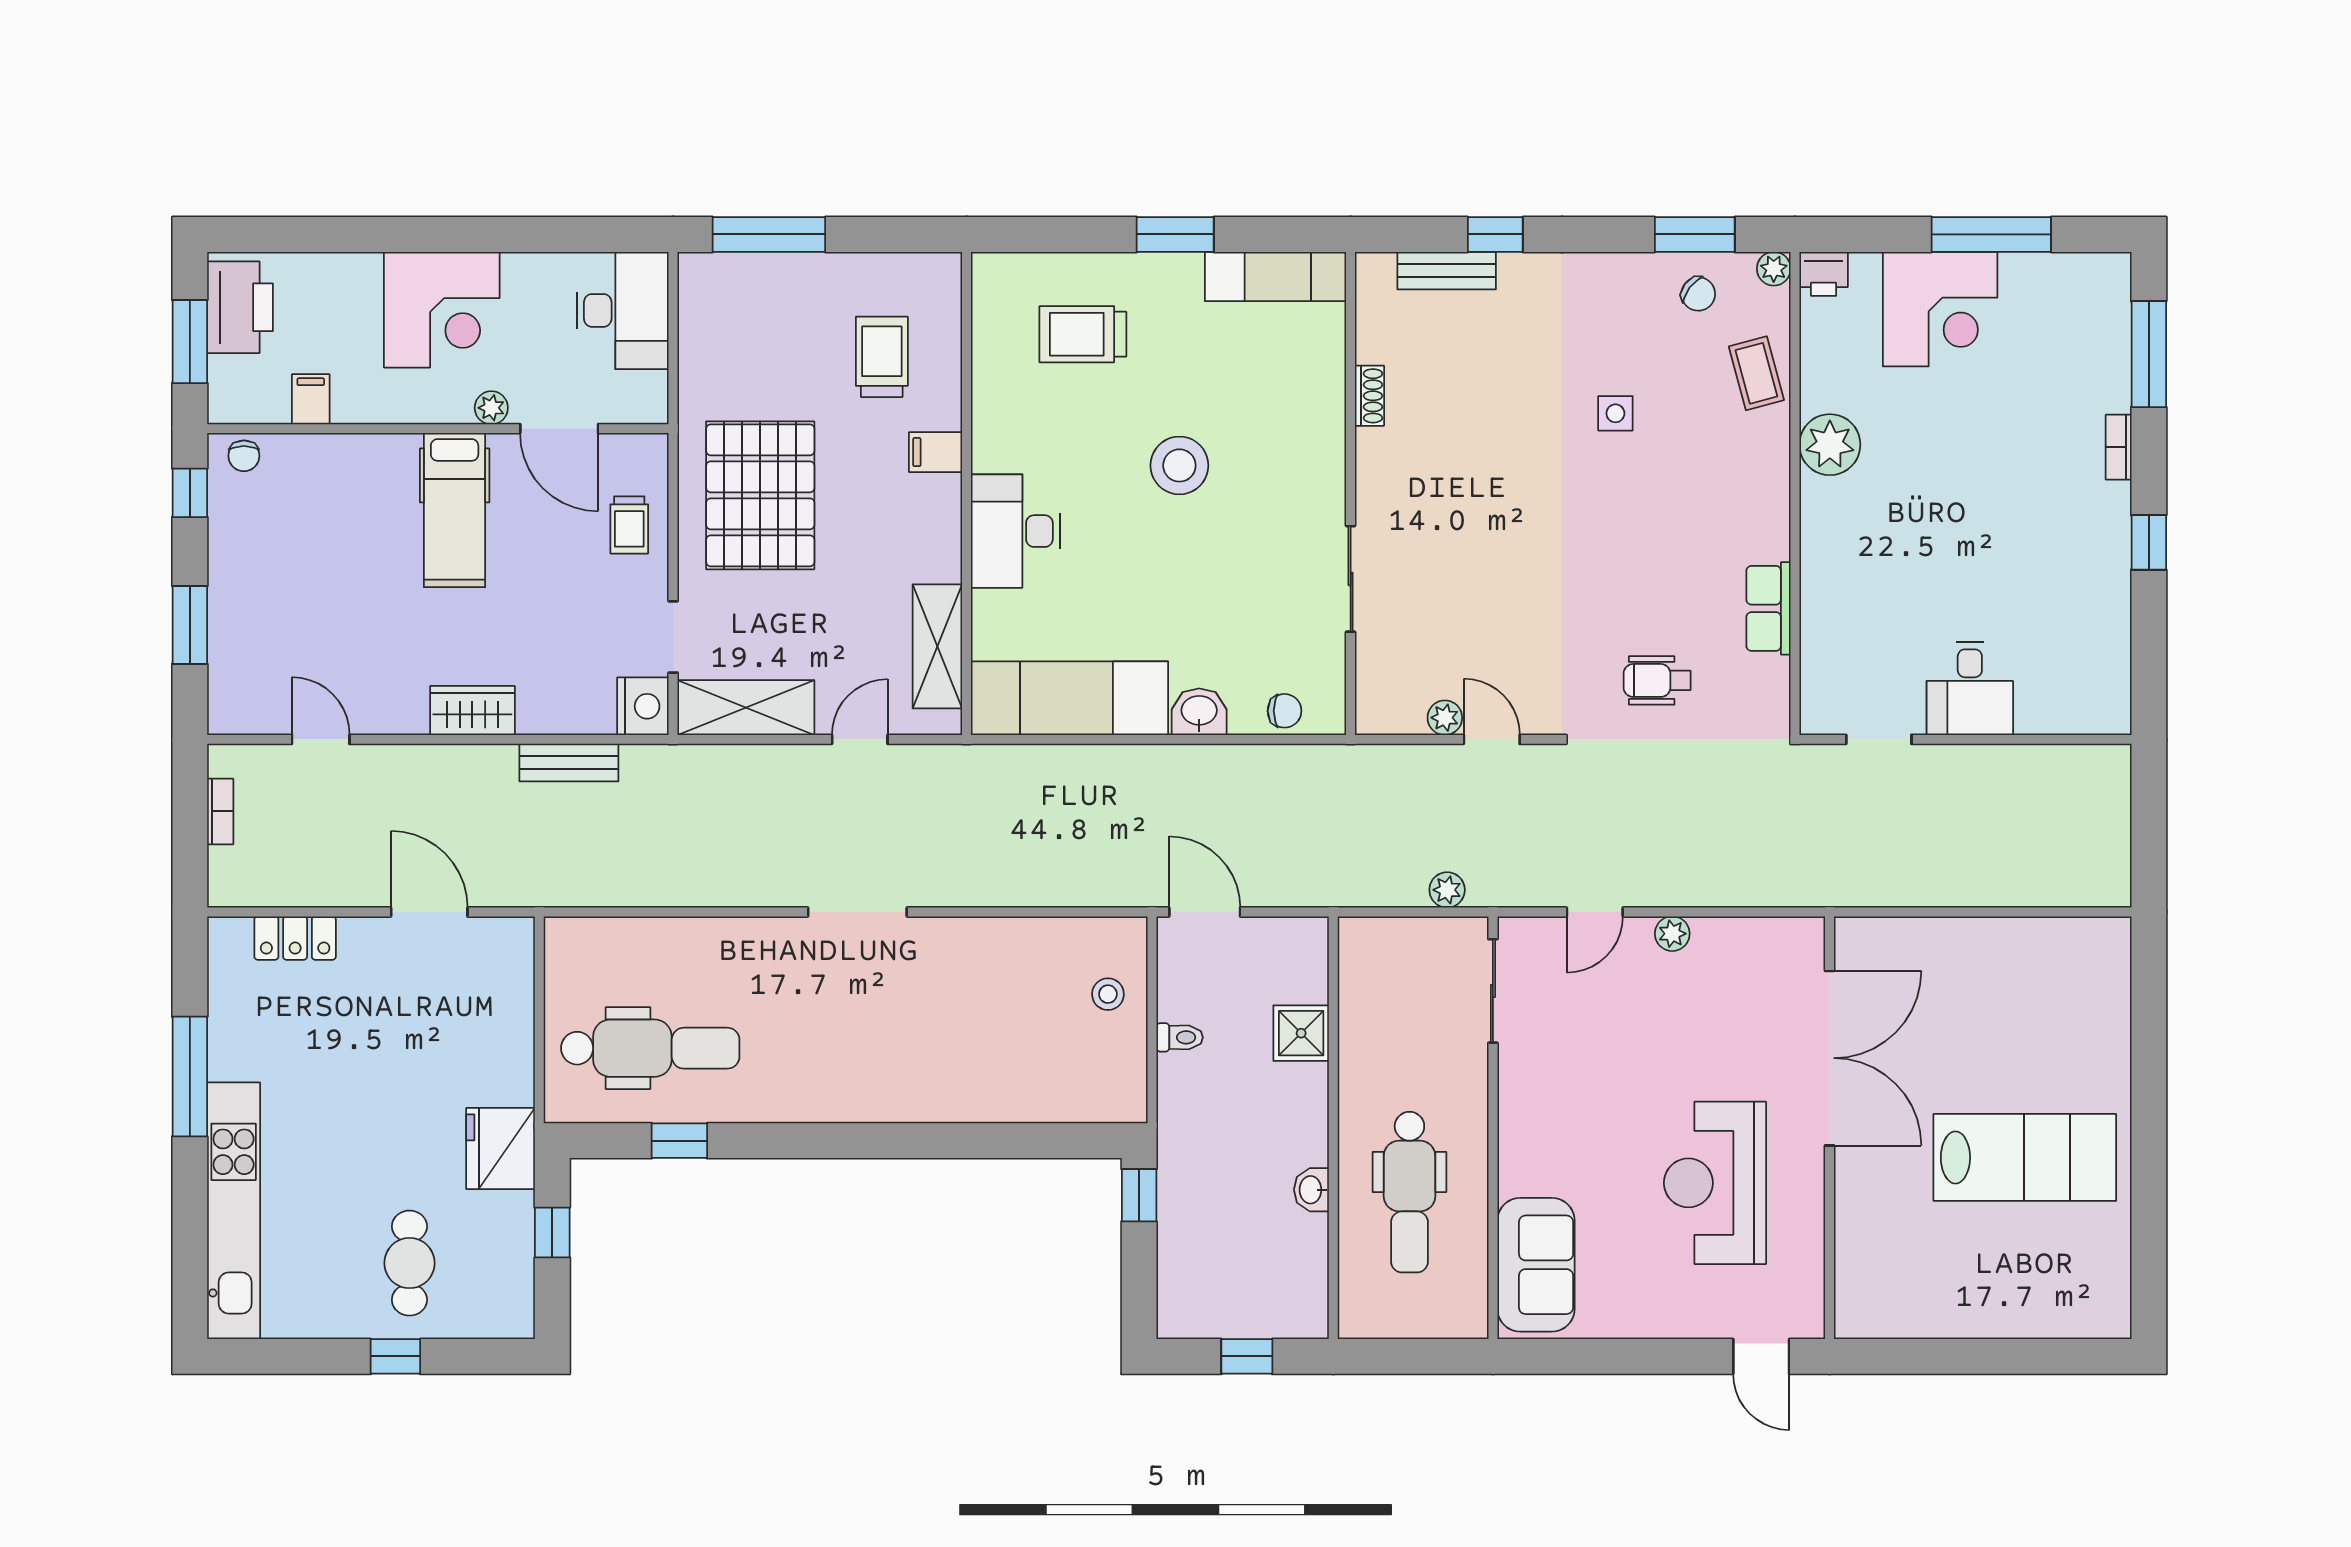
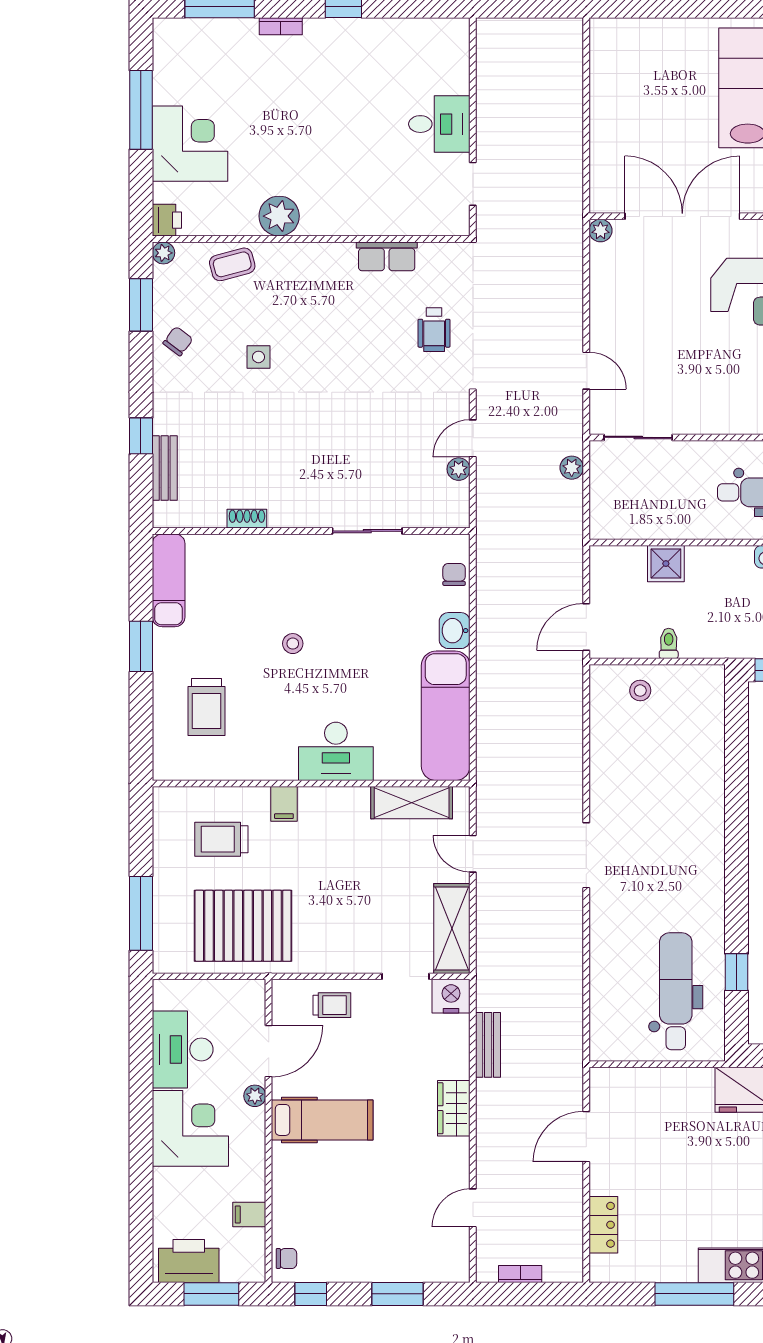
chair: (1698, 294) -> (178, 341), moved
desk: (623, 310) -> (183, 1049), moved, turned -90
stool: (1179, 465) -> (293, 644), width x0.53, depth x0.53
pallet: (760, 495) -> (243, 926), moved
plant: (1672, 934) -> (600, 231), moved

